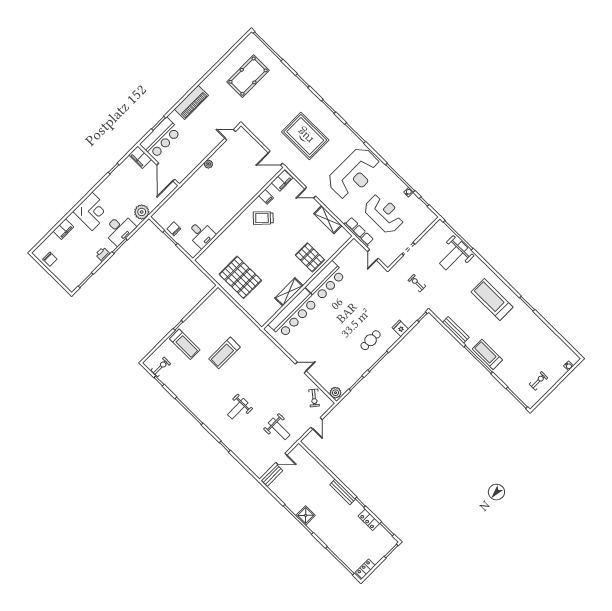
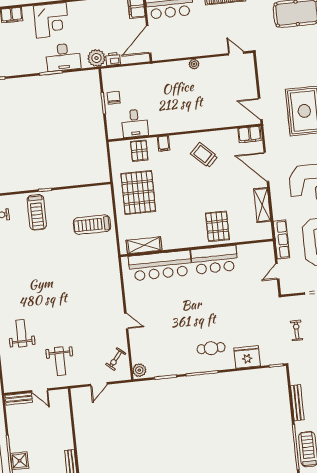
door: (310, 193) -> (266, 167), width x1.87
filing cabinet: (266, 197) -> (164, 144), moved
pallet: (219, 250) -> (139, 151), added
printer: (103, 254) -> (113, 59), moved
shelving: (289, 292) -> (144, 245), moved
fridge: (400, 328) -> (247, 357), width x1.88, depth x1.34
treadmill: (225, 353) -> (92, 225), moved
weight bench: (238, 409) -> (21, 333), moved, turned 90

